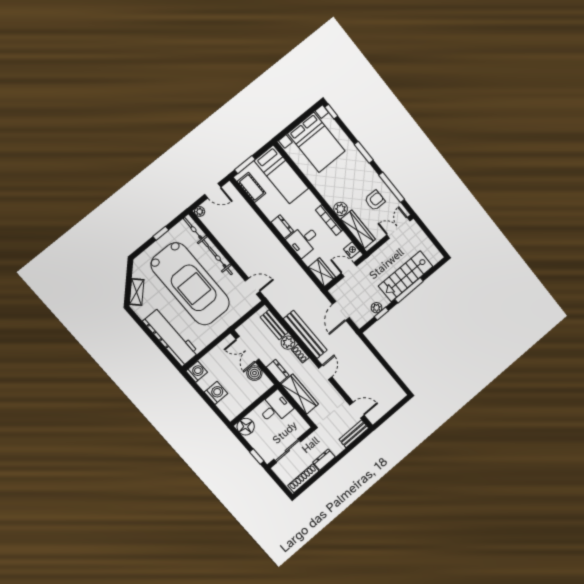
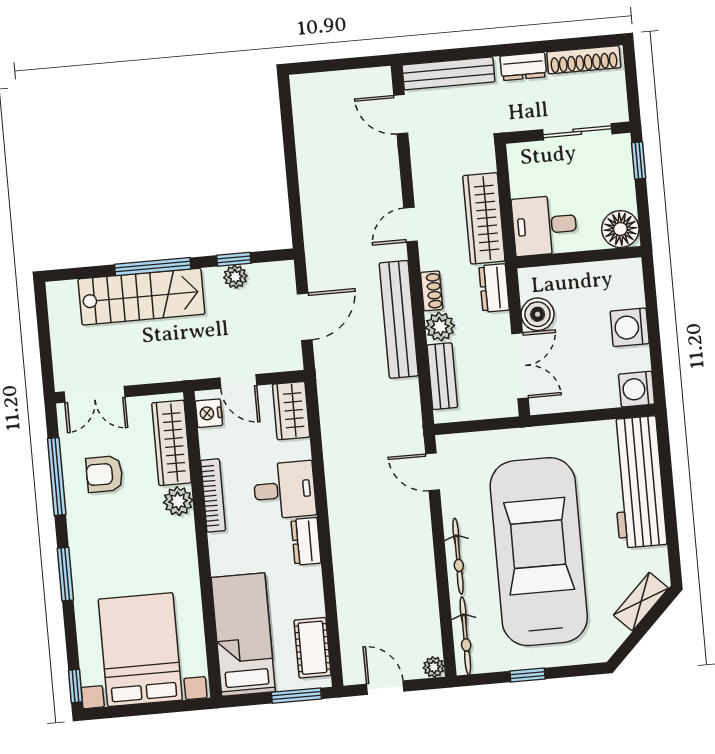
bench: (354, 434) -> (448, 73), width x1.36

